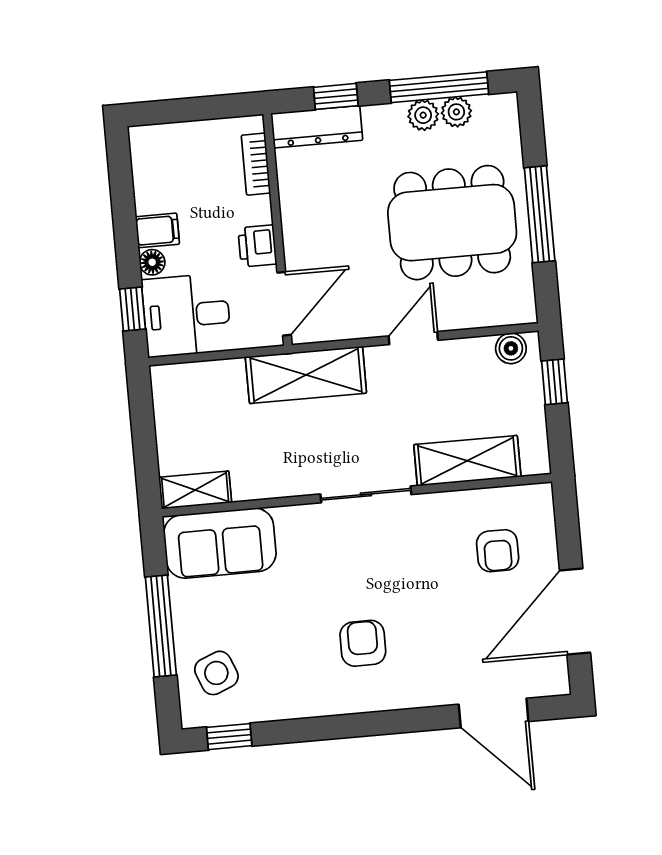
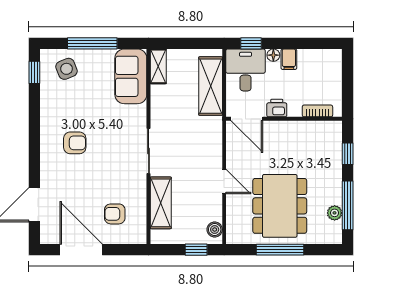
plant: (423, 115) -> (334, 196), removed
dresser: (317, 127) -> (333, 143), removed
shelving: (306, 375) -> (211, 86), moved

